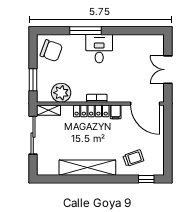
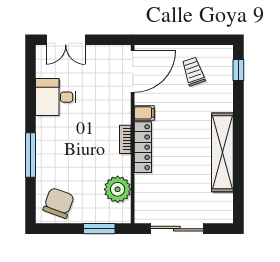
desk: (99, 49) -> (56, 97), moved
double door: (168, 70) -> (66, 40), moved
shelving: (49, 110) -> (142, 207), removed
trolley: (133, 158) -> (193, 72), moved

